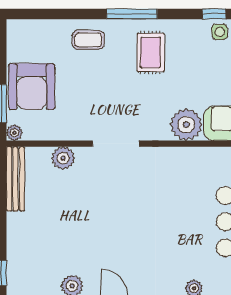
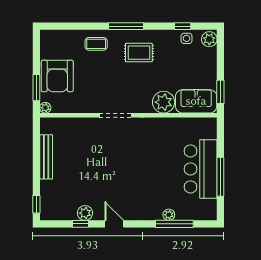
rug: (151, 52) -> (139, 53), turned 90
plant: (63, 158) -> (79, 125), removed
bench: (15, 179) -> (46, 157), moved

